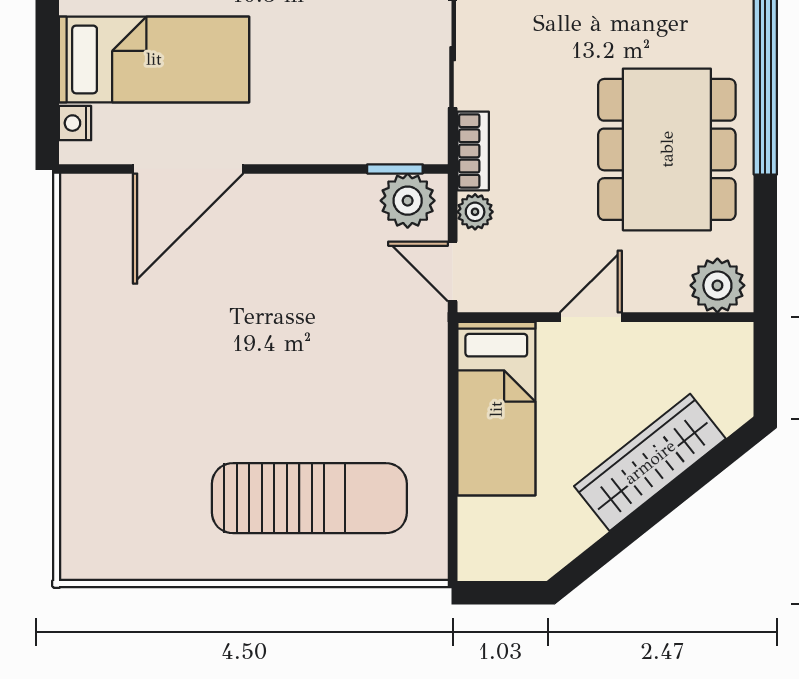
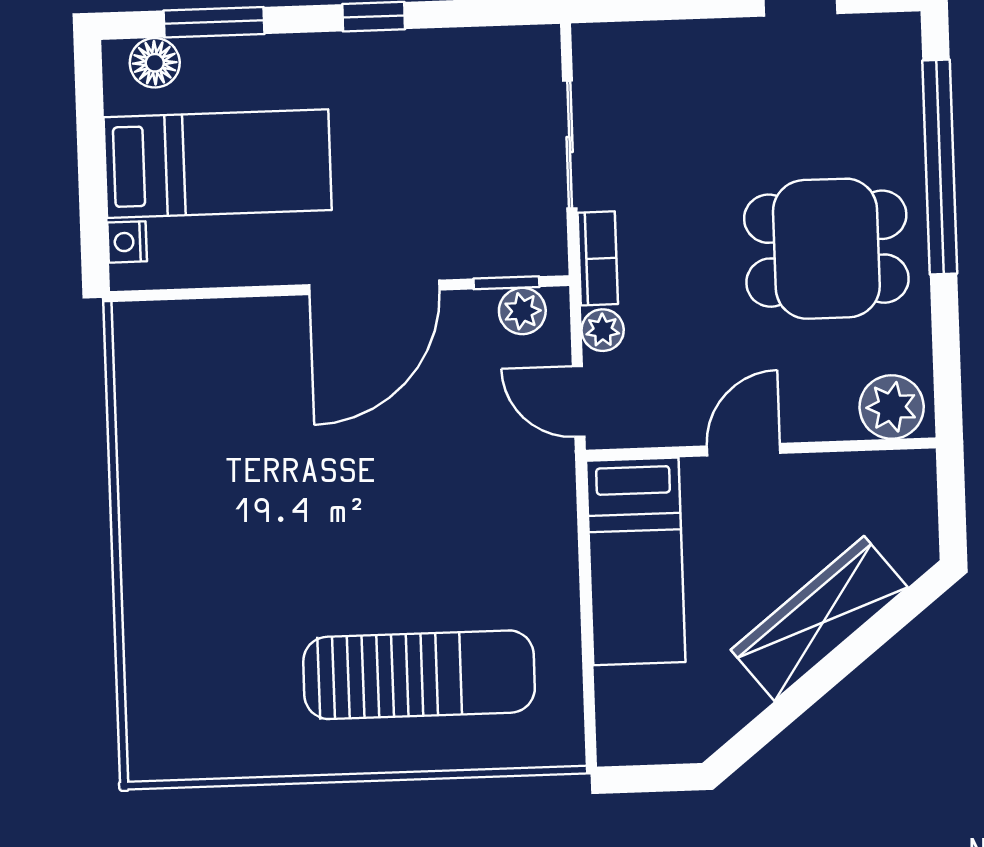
dining table: (667, 149) -> (826, 249), width x0.73
door: (188, 169) -> (374, 287), moved
plant: (408, 201) -> (522, 311), width x0.73, depth x0.73

